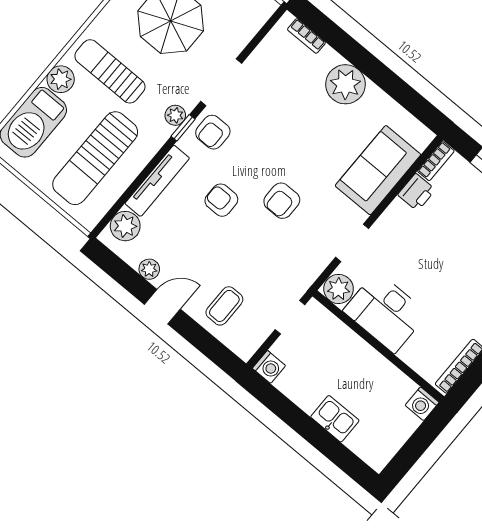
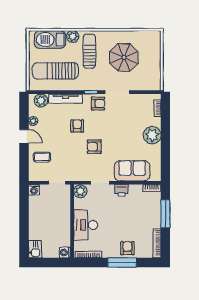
plant: (175, 115) -> (93, 86), removed
armchair: (213, 132) -> (98, 104), turned 180
printer: (417, 192) -> (122, 190), moved
desk: (385, 312) -> (86, 225), moved
kitchen sink: (335, 419) -> (35, 249), moved

